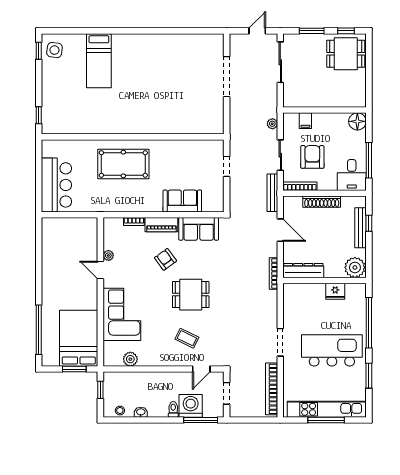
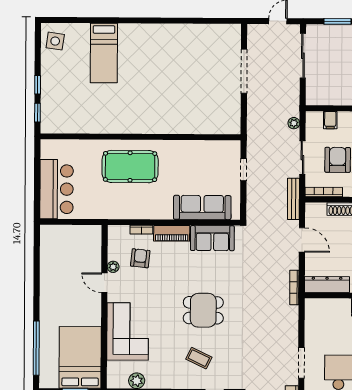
window: (39, 51) -> (38, 85), moved
sofa: (182, 201) -> (202, 207), width x1.36
armchair: (166, 259) -> (140, 258), moved, turned 42

